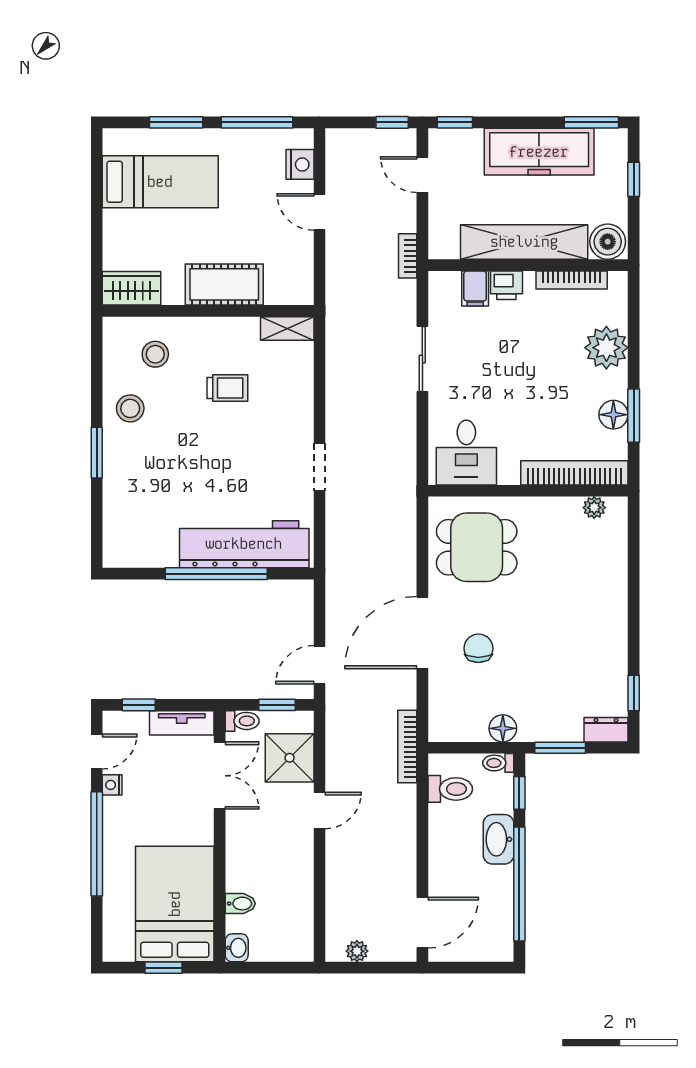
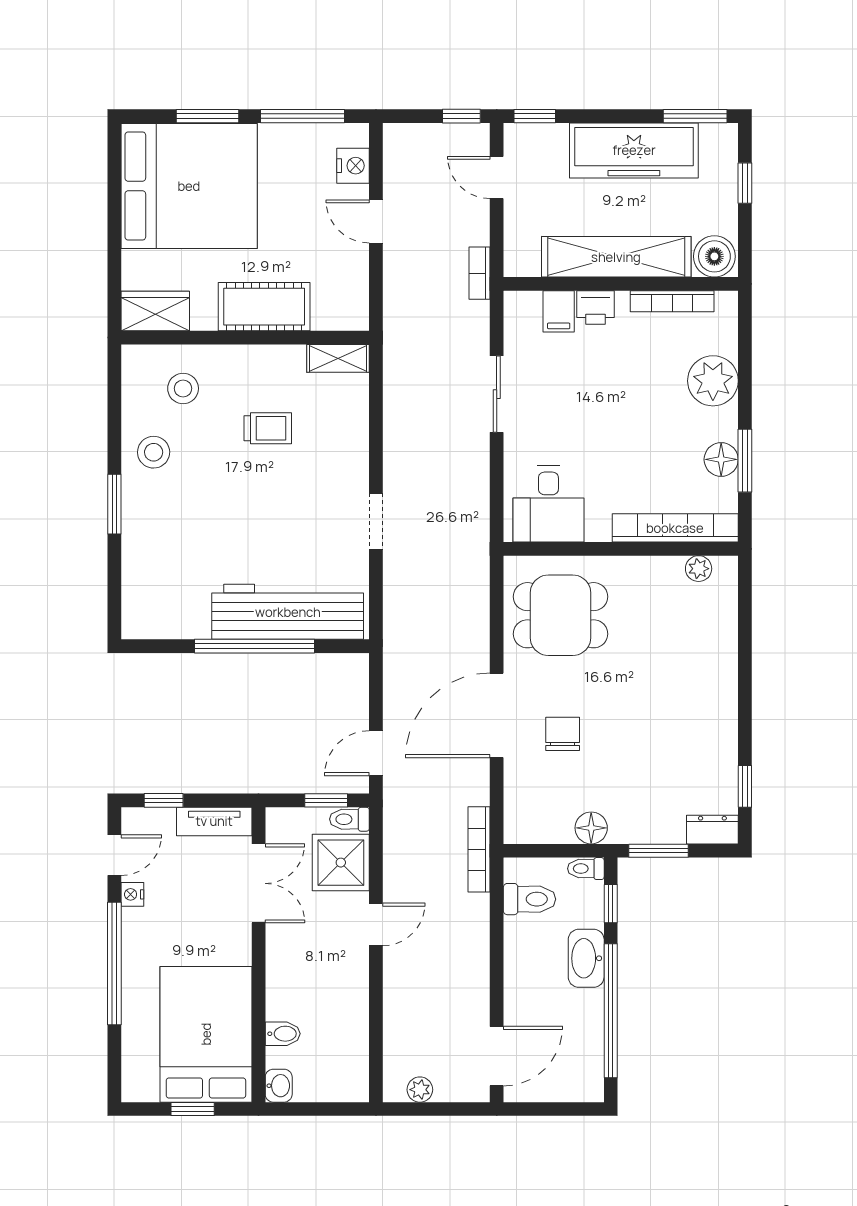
bed: (160, 182) -> (189, 186), width x2.04
toilet: (242, 721) -> (349, 819), moved, turned 180

